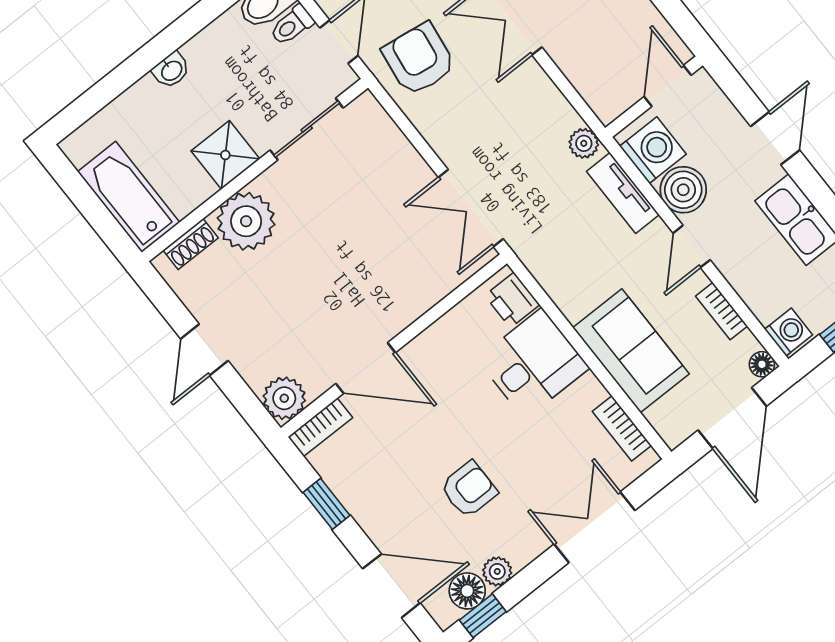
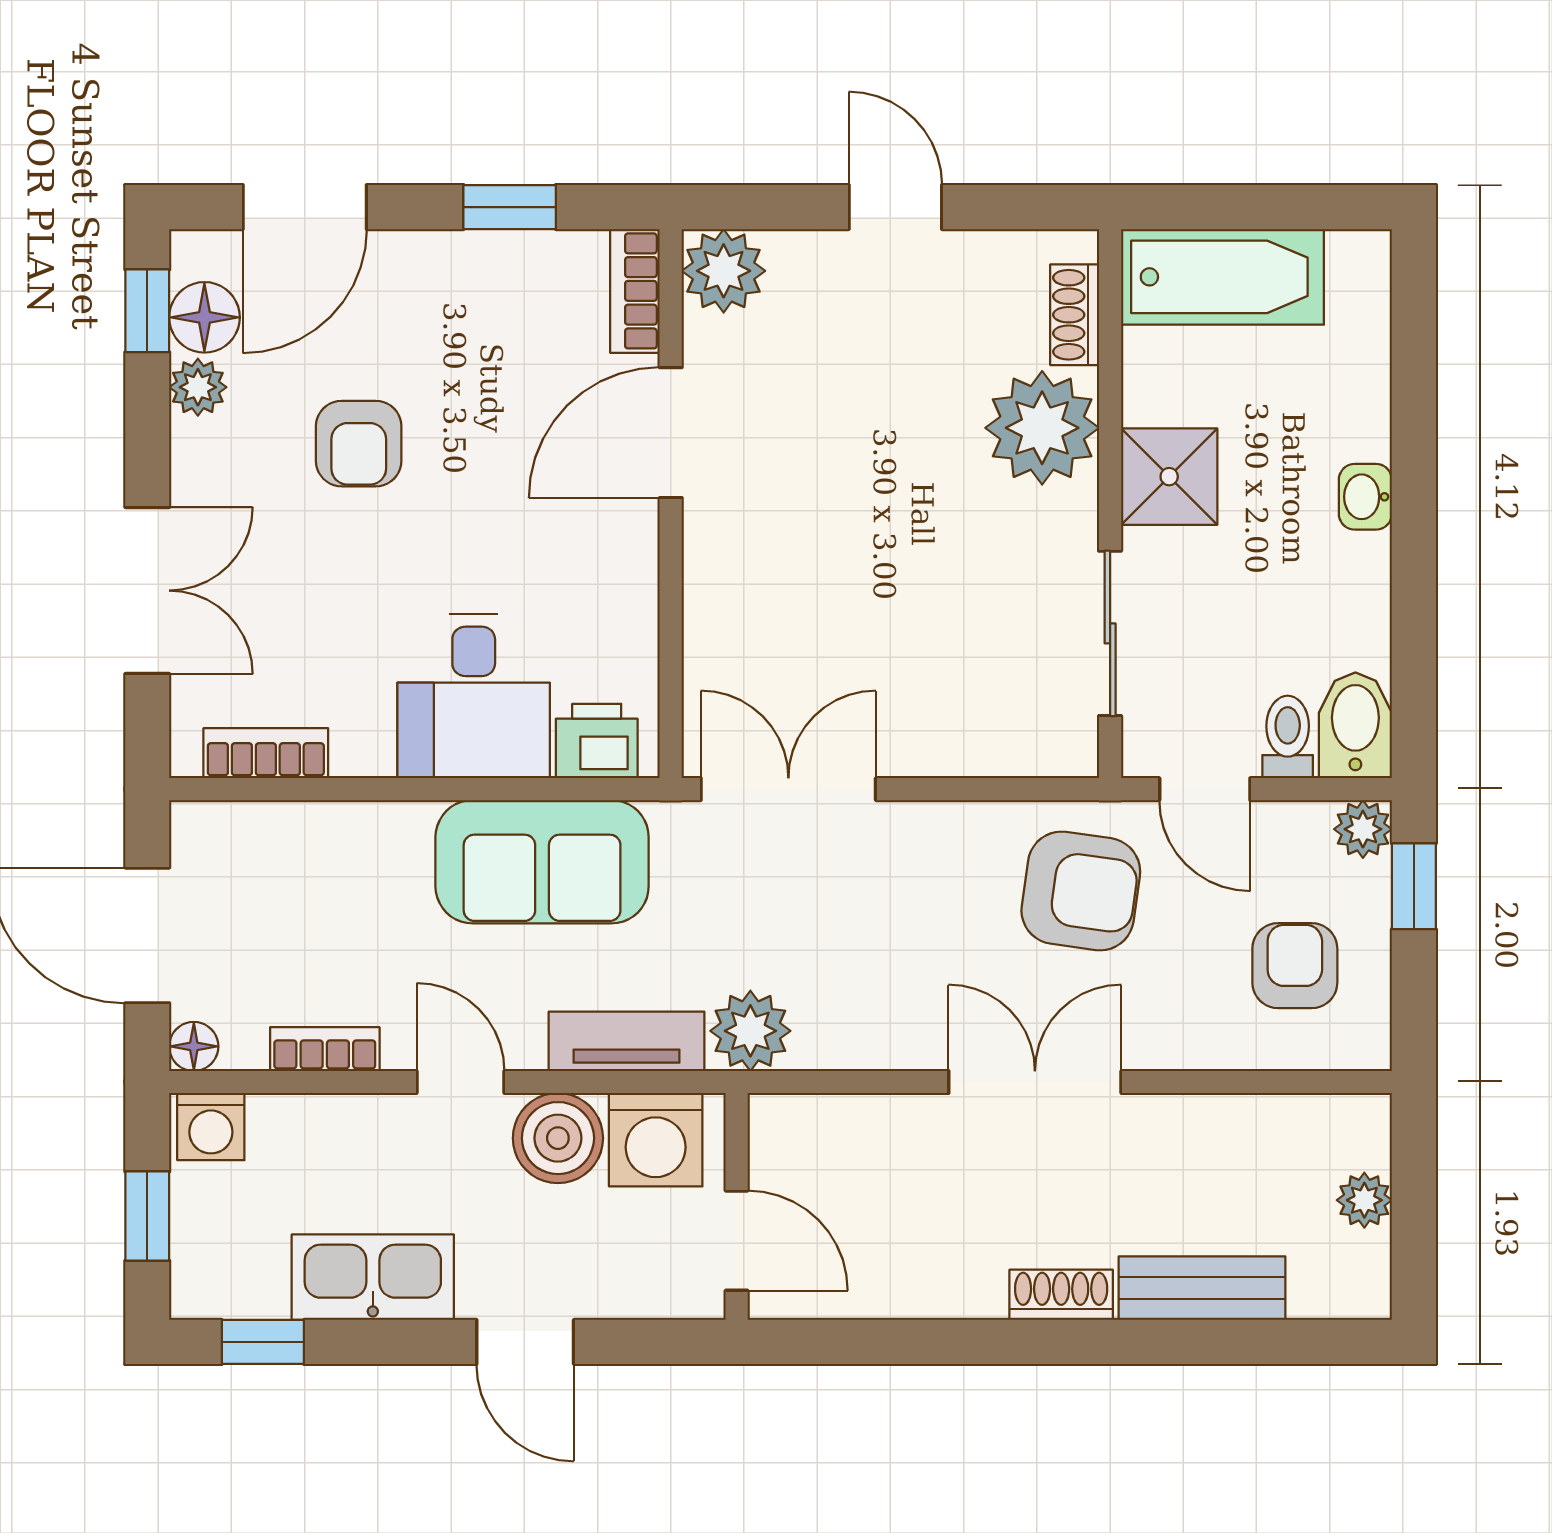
plant: (584, 143) -> (750, 1031), width x1.38, depth x1.38
sofa: (631, 351) -> (542, 862), moved

